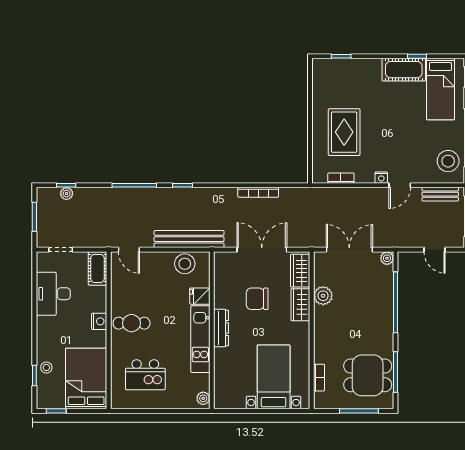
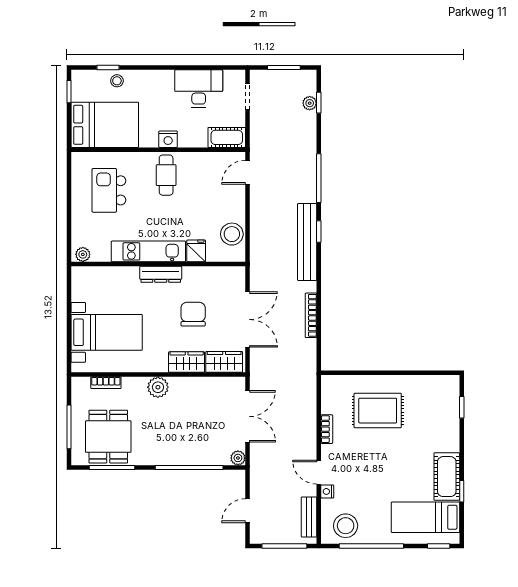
bookcase: (341, 178) -> (327, 429), moved
nightstand: (381, 178) -> (327, 491), moved
bench: (189, 239) -> (307, 242), moved
plant: (323, 296) -> (158, 387), moved

